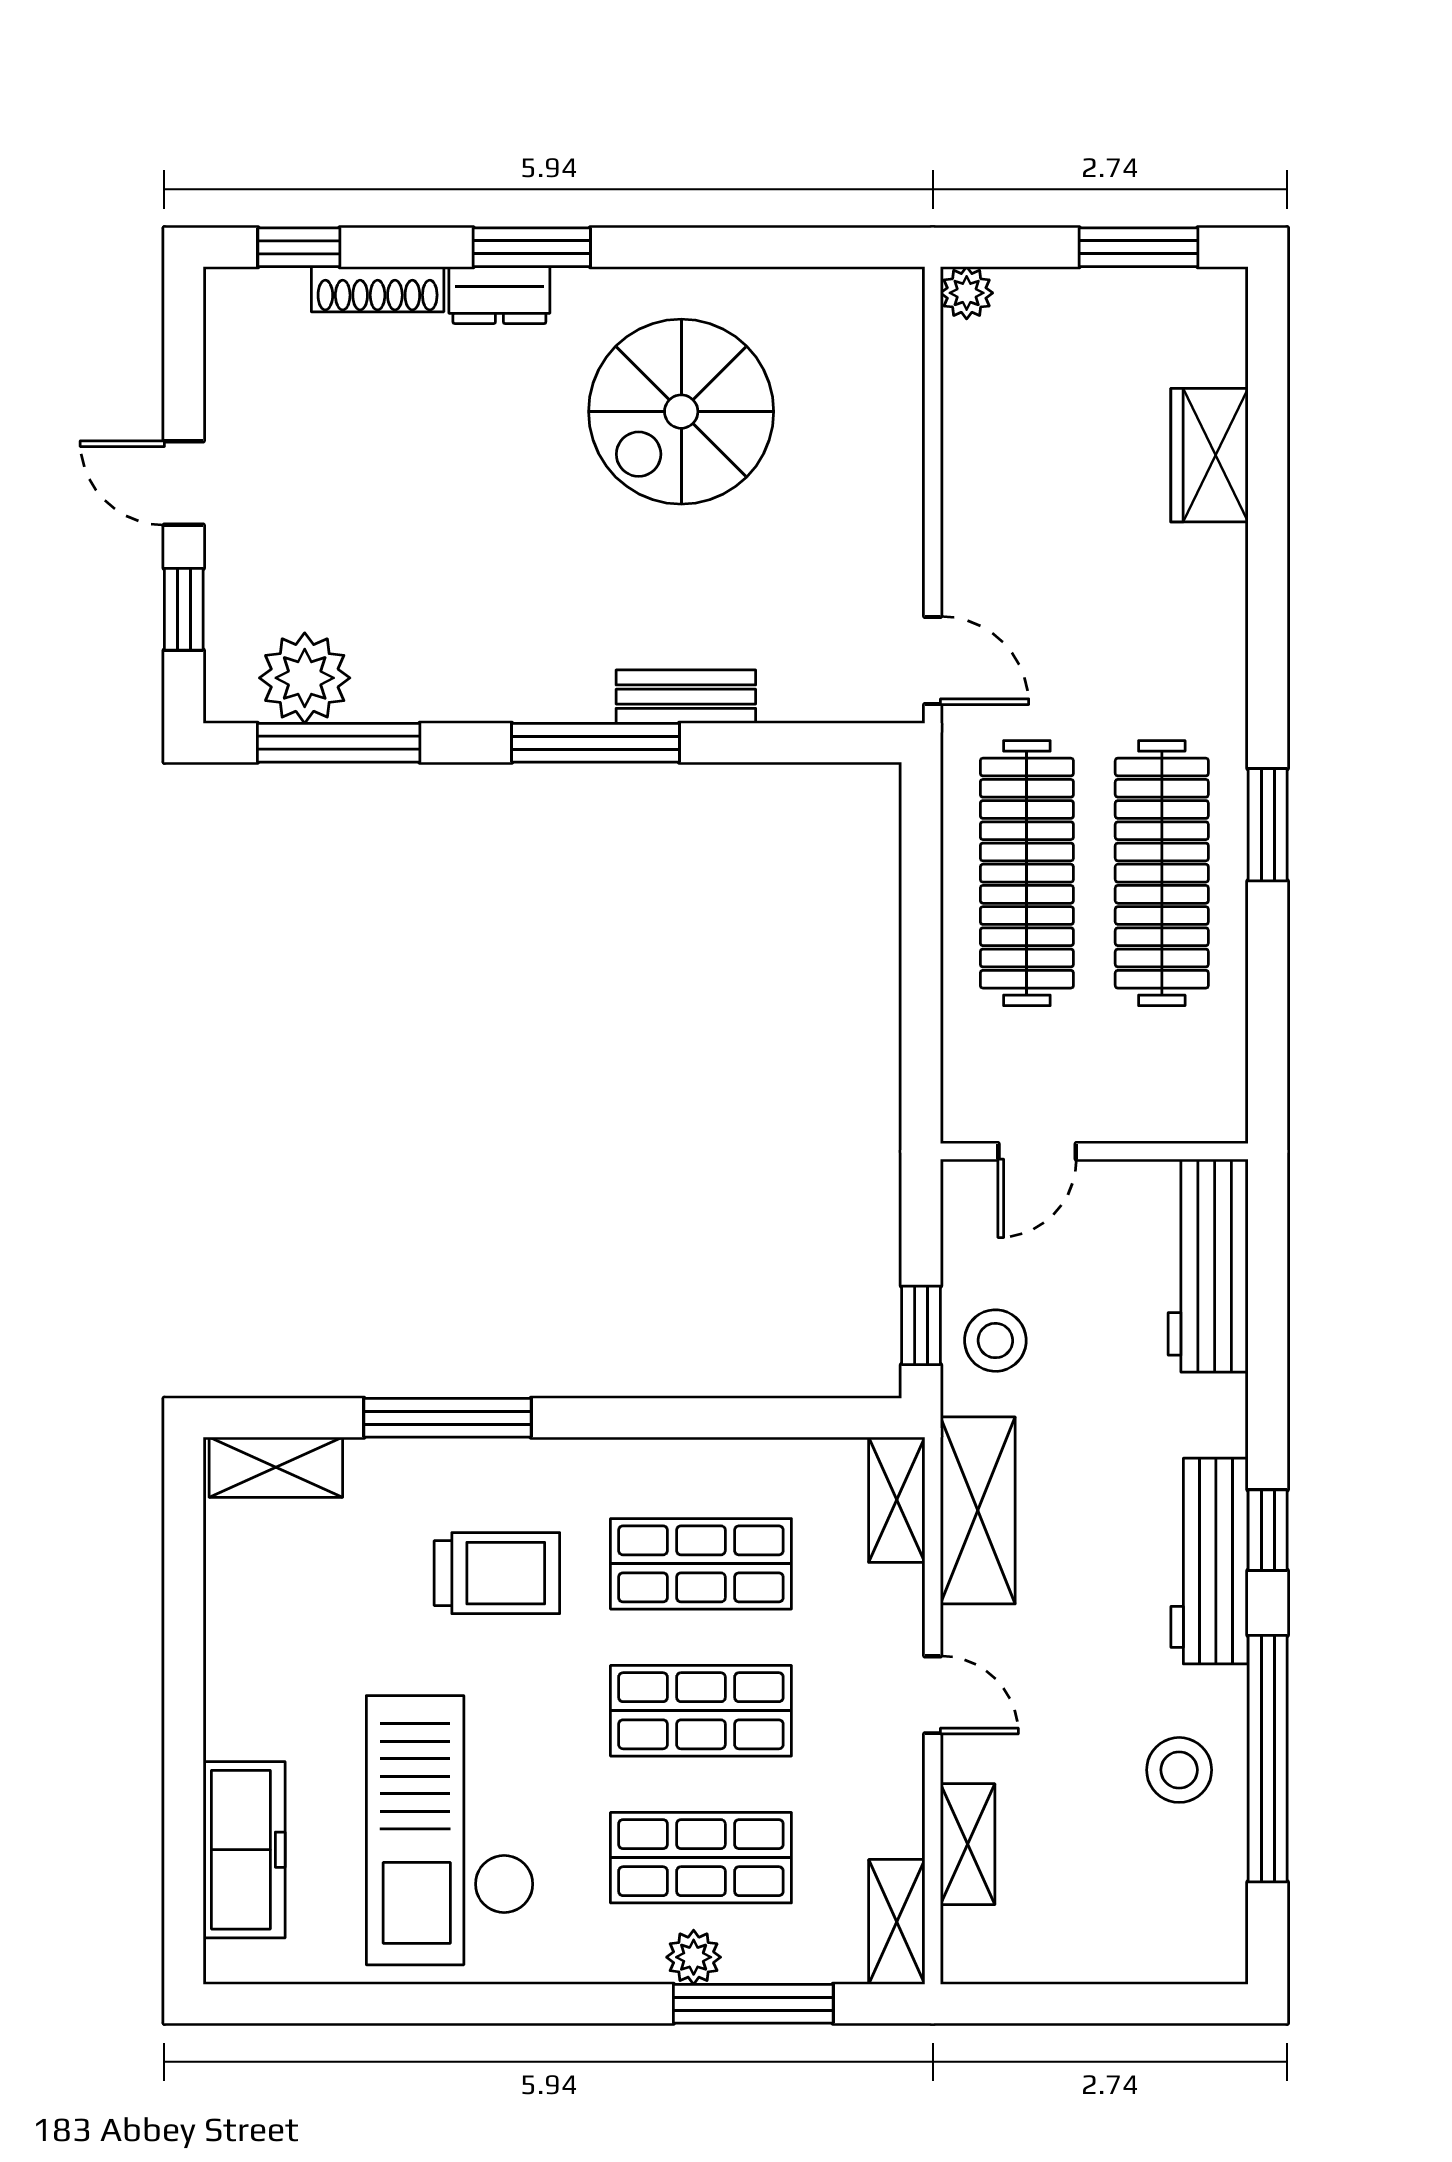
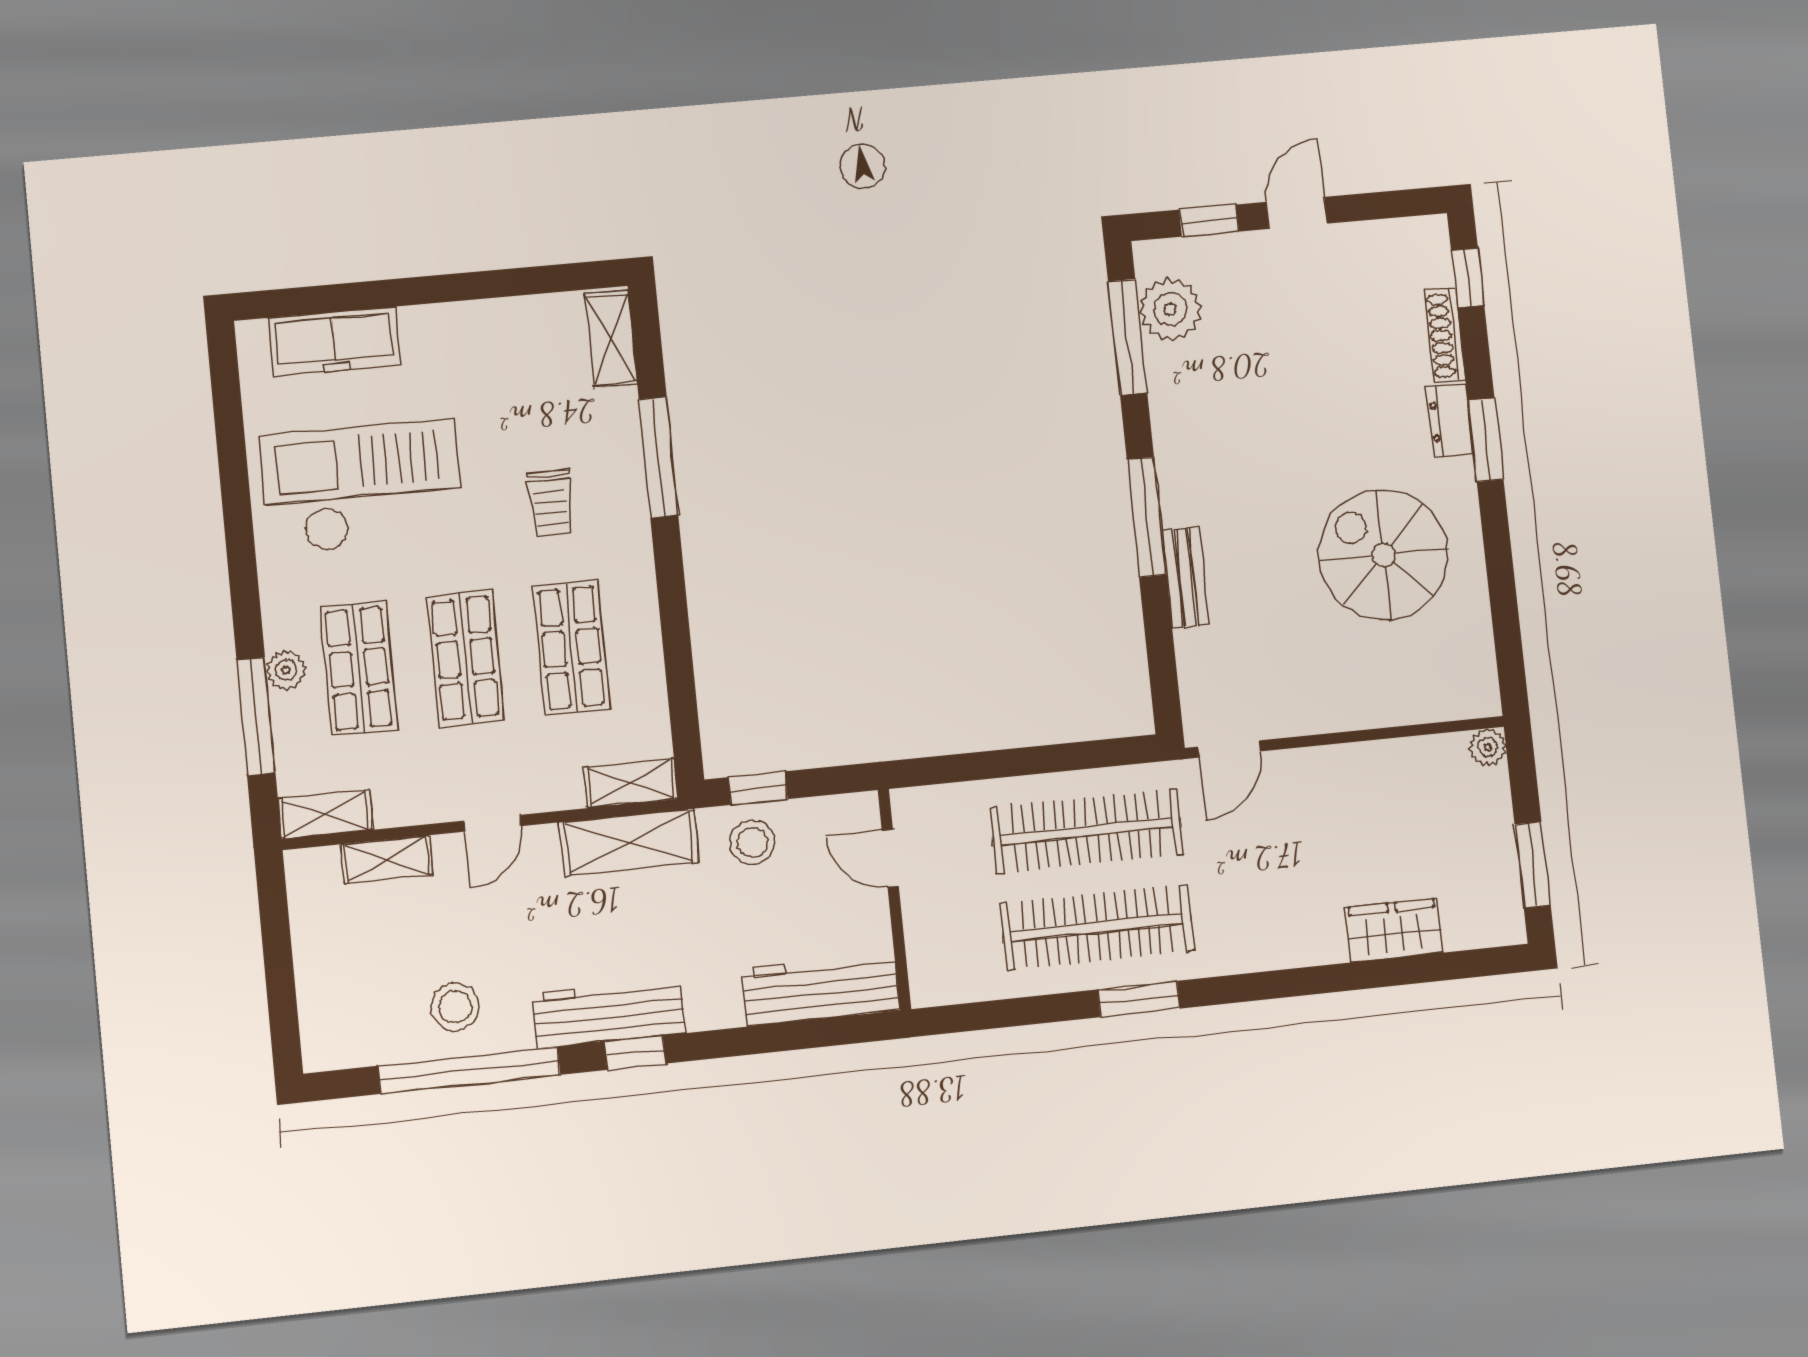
trolley: (497, 1573) -> (551, 503), width x0.73, depth x0.72

